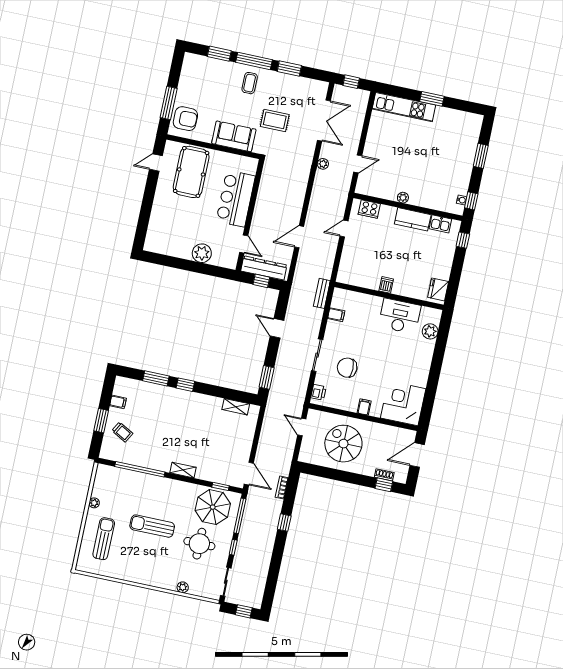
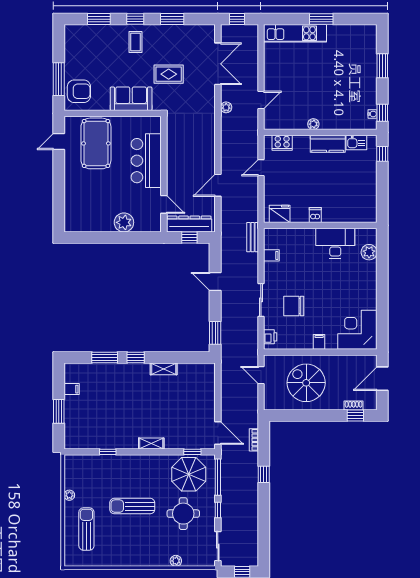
window: (254, 61) -> (135, 19), width x0.46
fridge: (438, 289) -> (280, 214), moved, turned 90
shelving: (236, 407) -> (164, 369), moved
trolley: (122, 432) -> (82, 418), removed
window: (140, 469) -> (108, 452), width x0.32

